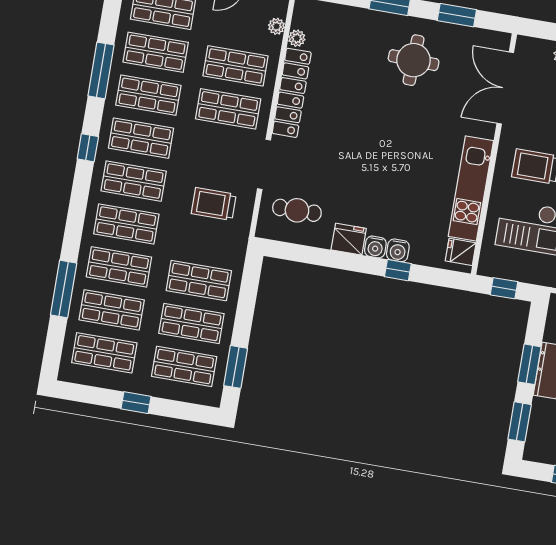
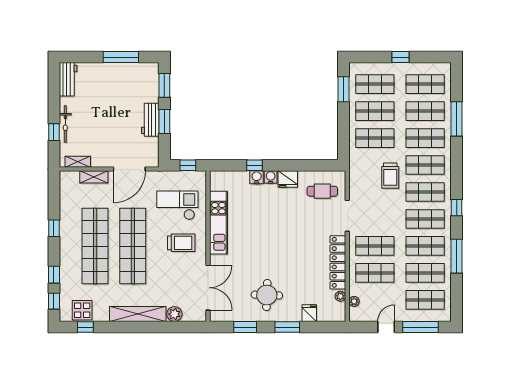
trolley: (214, 204) -> (390, 176), moved, turned 90
fridge: (461, 252) -> (309, 313), moved, turned -90

